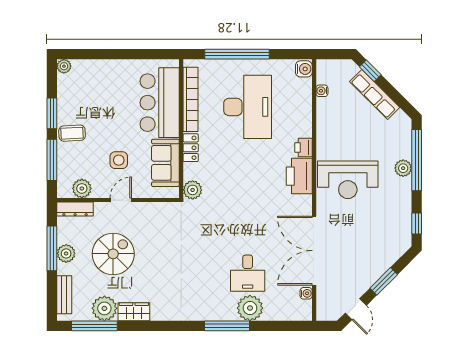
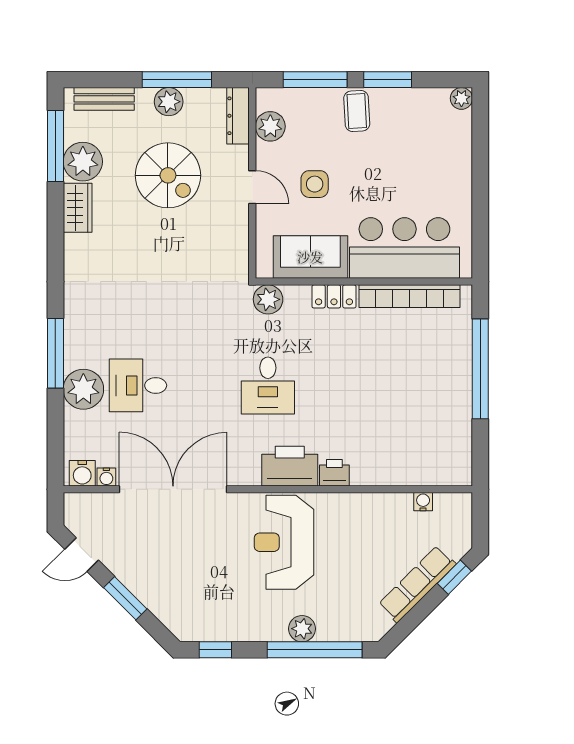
water cooler: (304, 69) -> (82, 473), moved
desk: (248, 107) -> (268, 385), moved, width x0.53, depth x0.77

